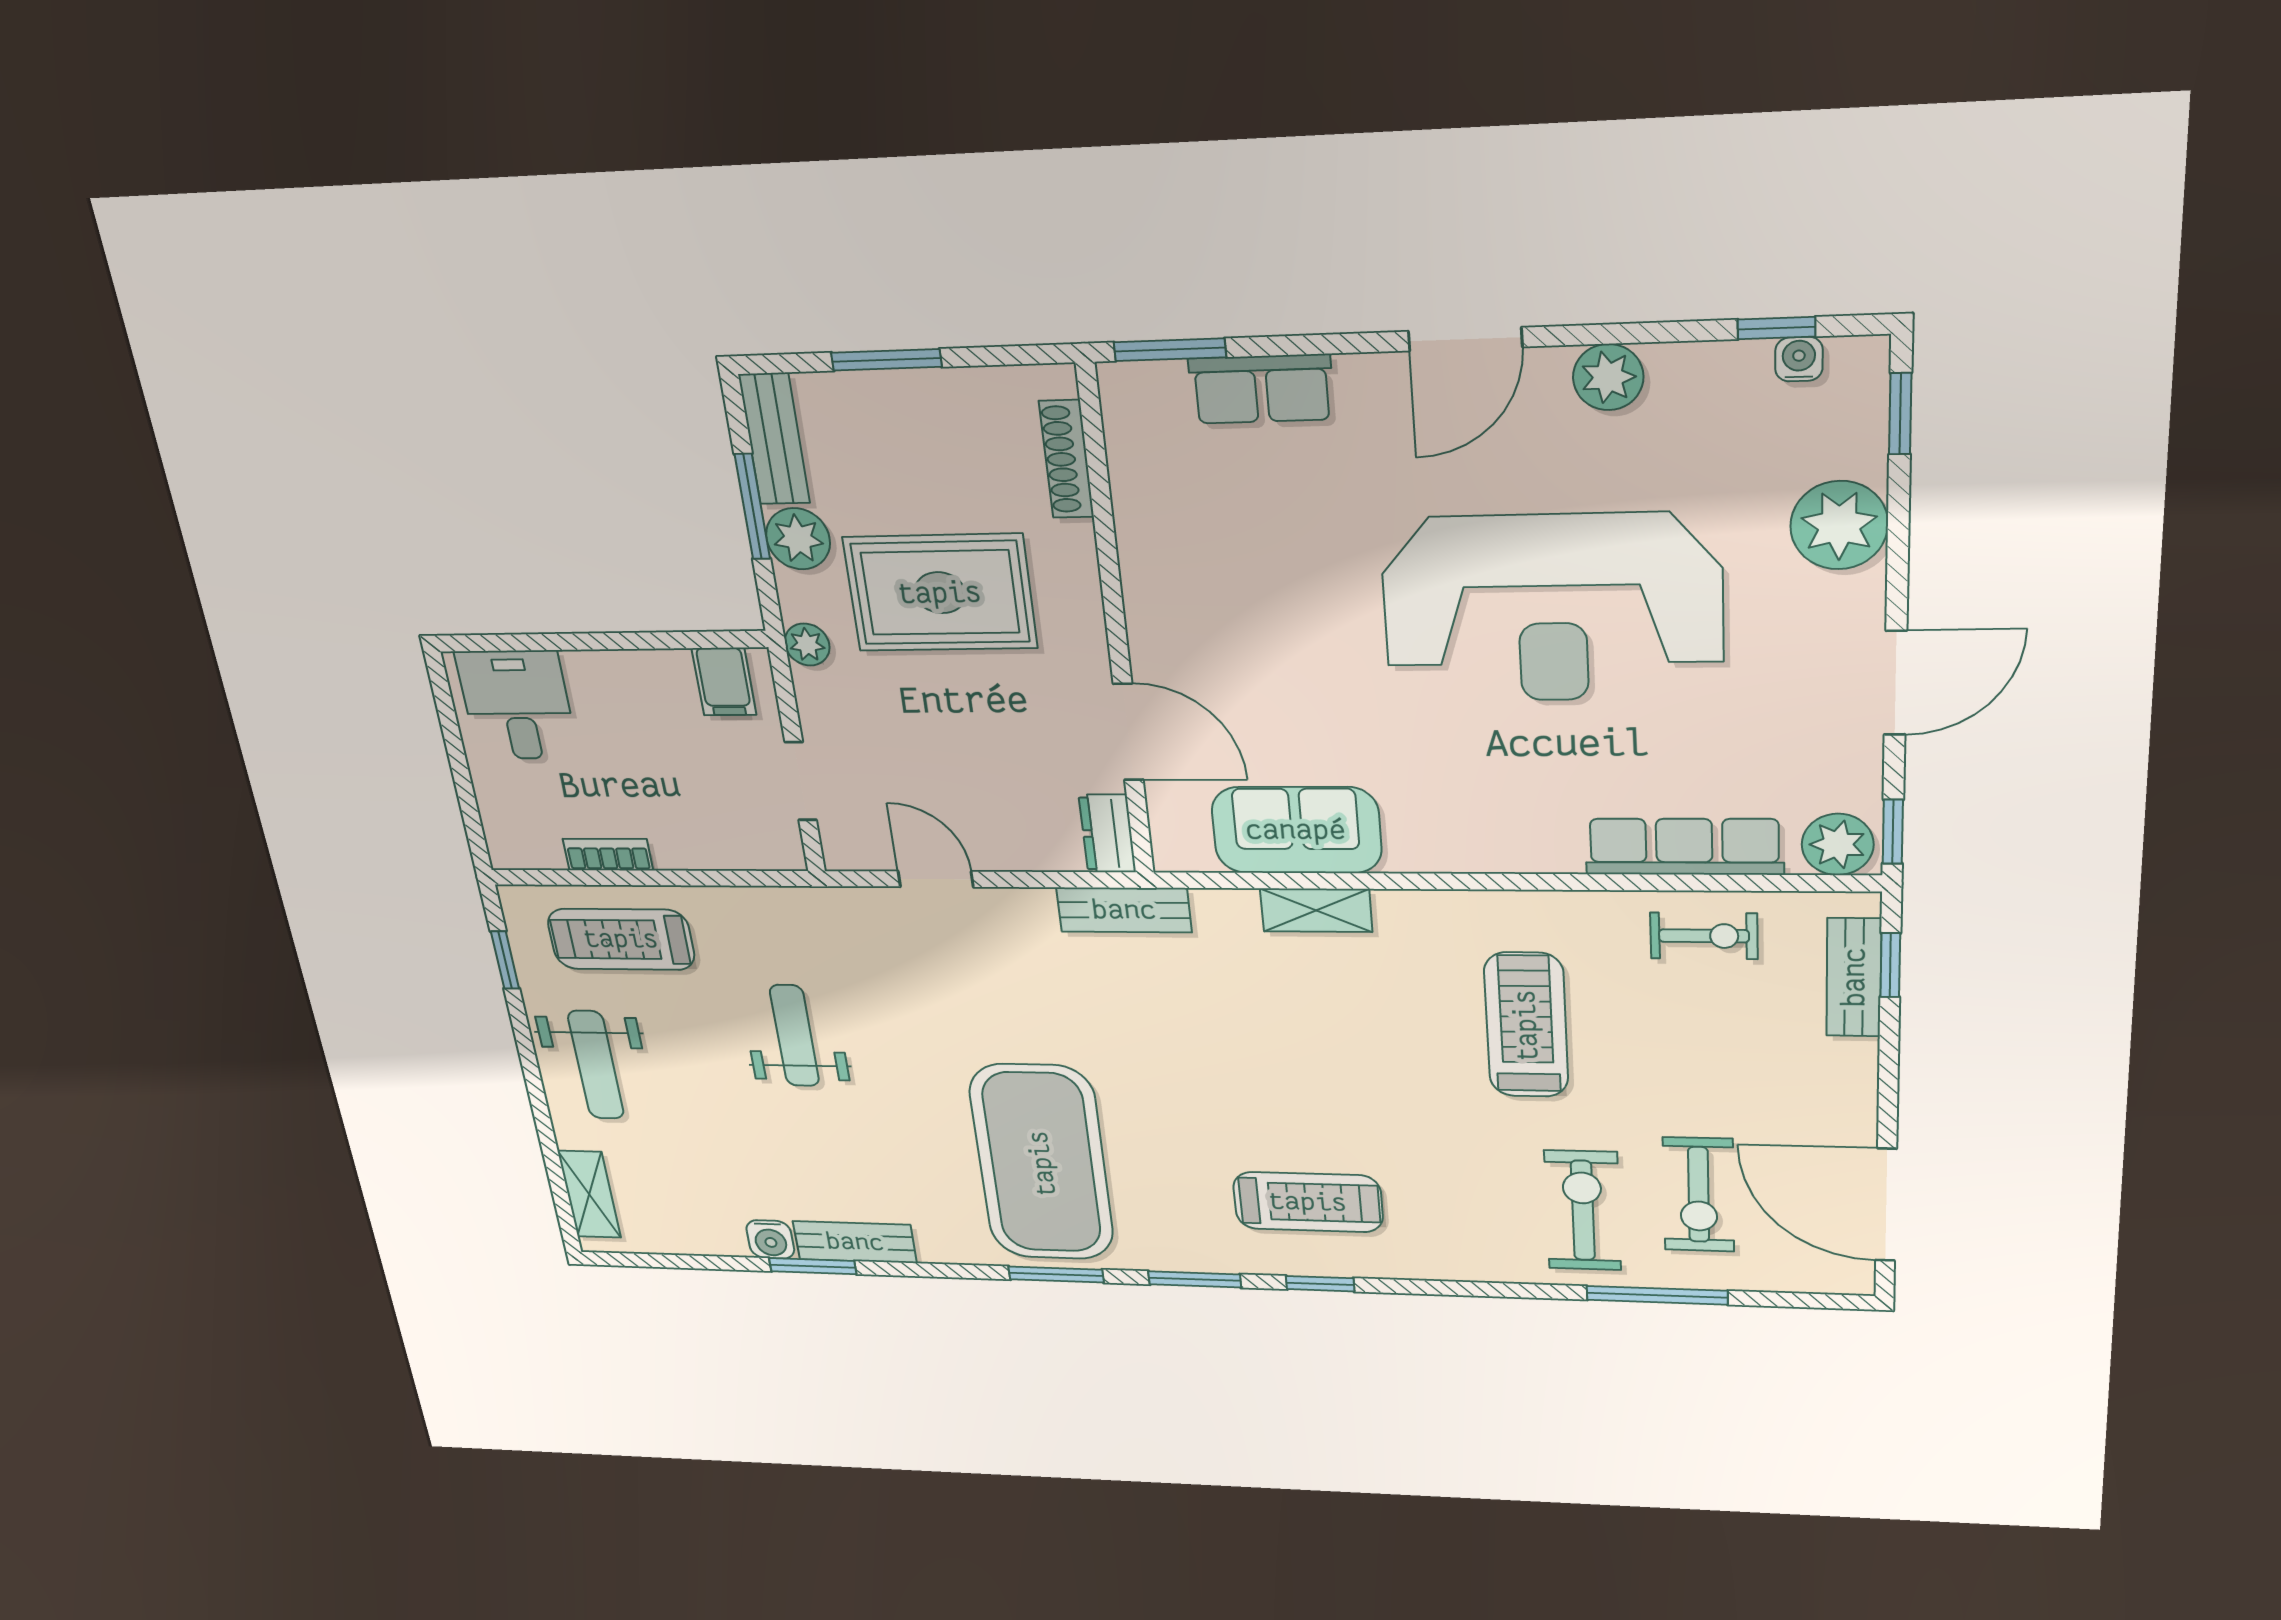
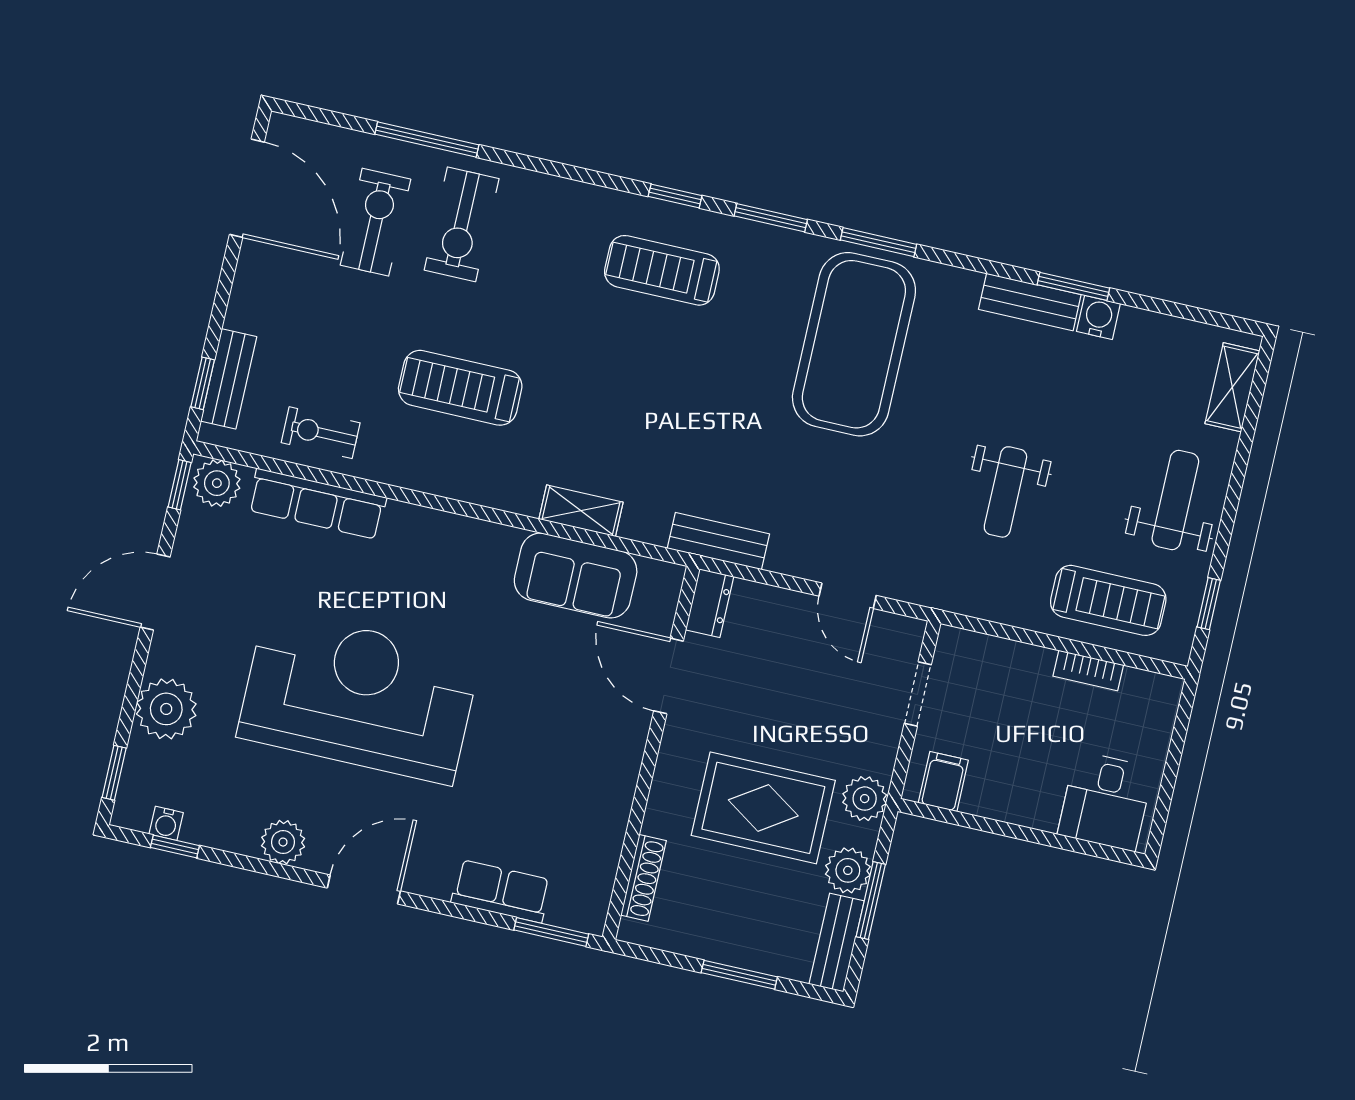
plant: (807, 645) -> (865, 799), width x1.38, depth x1.38
treadmill: (1526, 1025) -> (460, 388), turned 90

